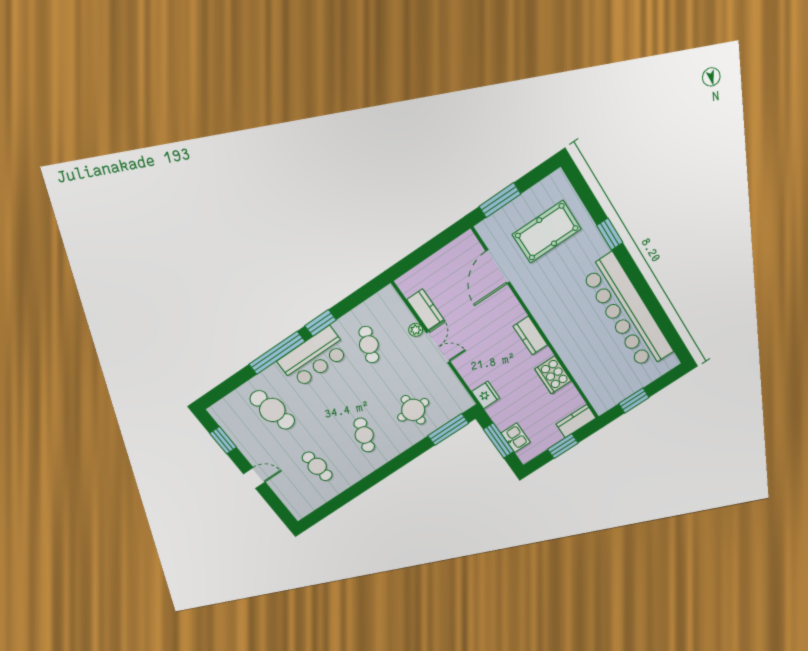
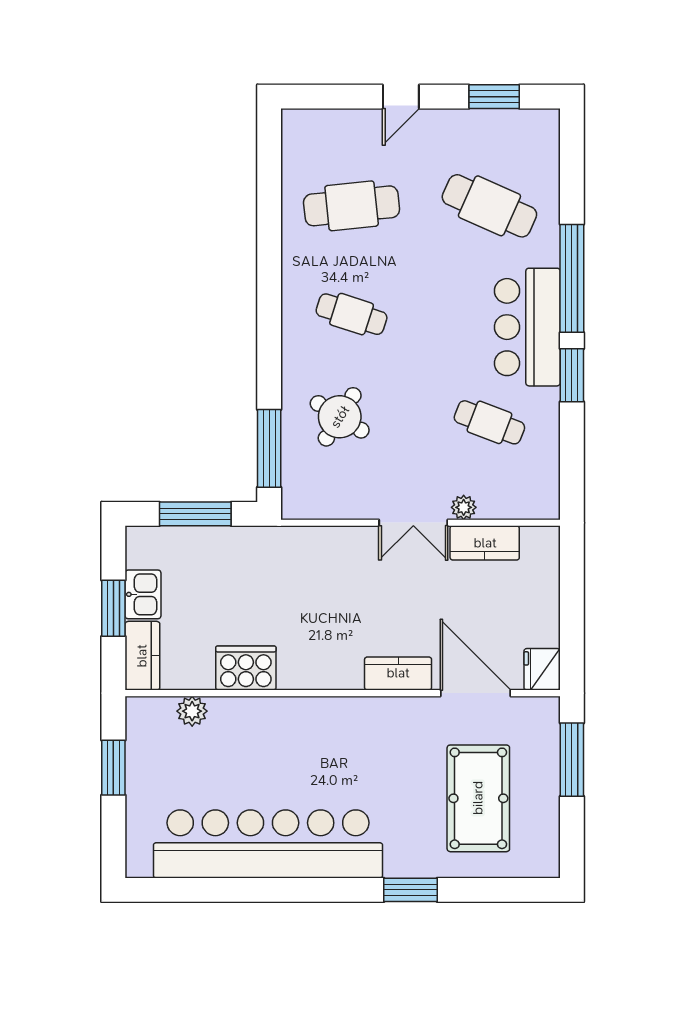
kitchen counter: (530, 335) -> (398, 673), moved
plant: (587, 385) -> (192, 711), added
fridge: (486, 395) -> (542, 669), moved, turned 90
cafe table: (272, 410) -> (489, 206), turned 36
round table: (413, 410) -> (340, 417), turned 32
kitchen sink: (516, 438) -> (143, 594), moved, turned -90
cafe table: (317, 466) -> (352, 206), width x1.37, depth x1.35

